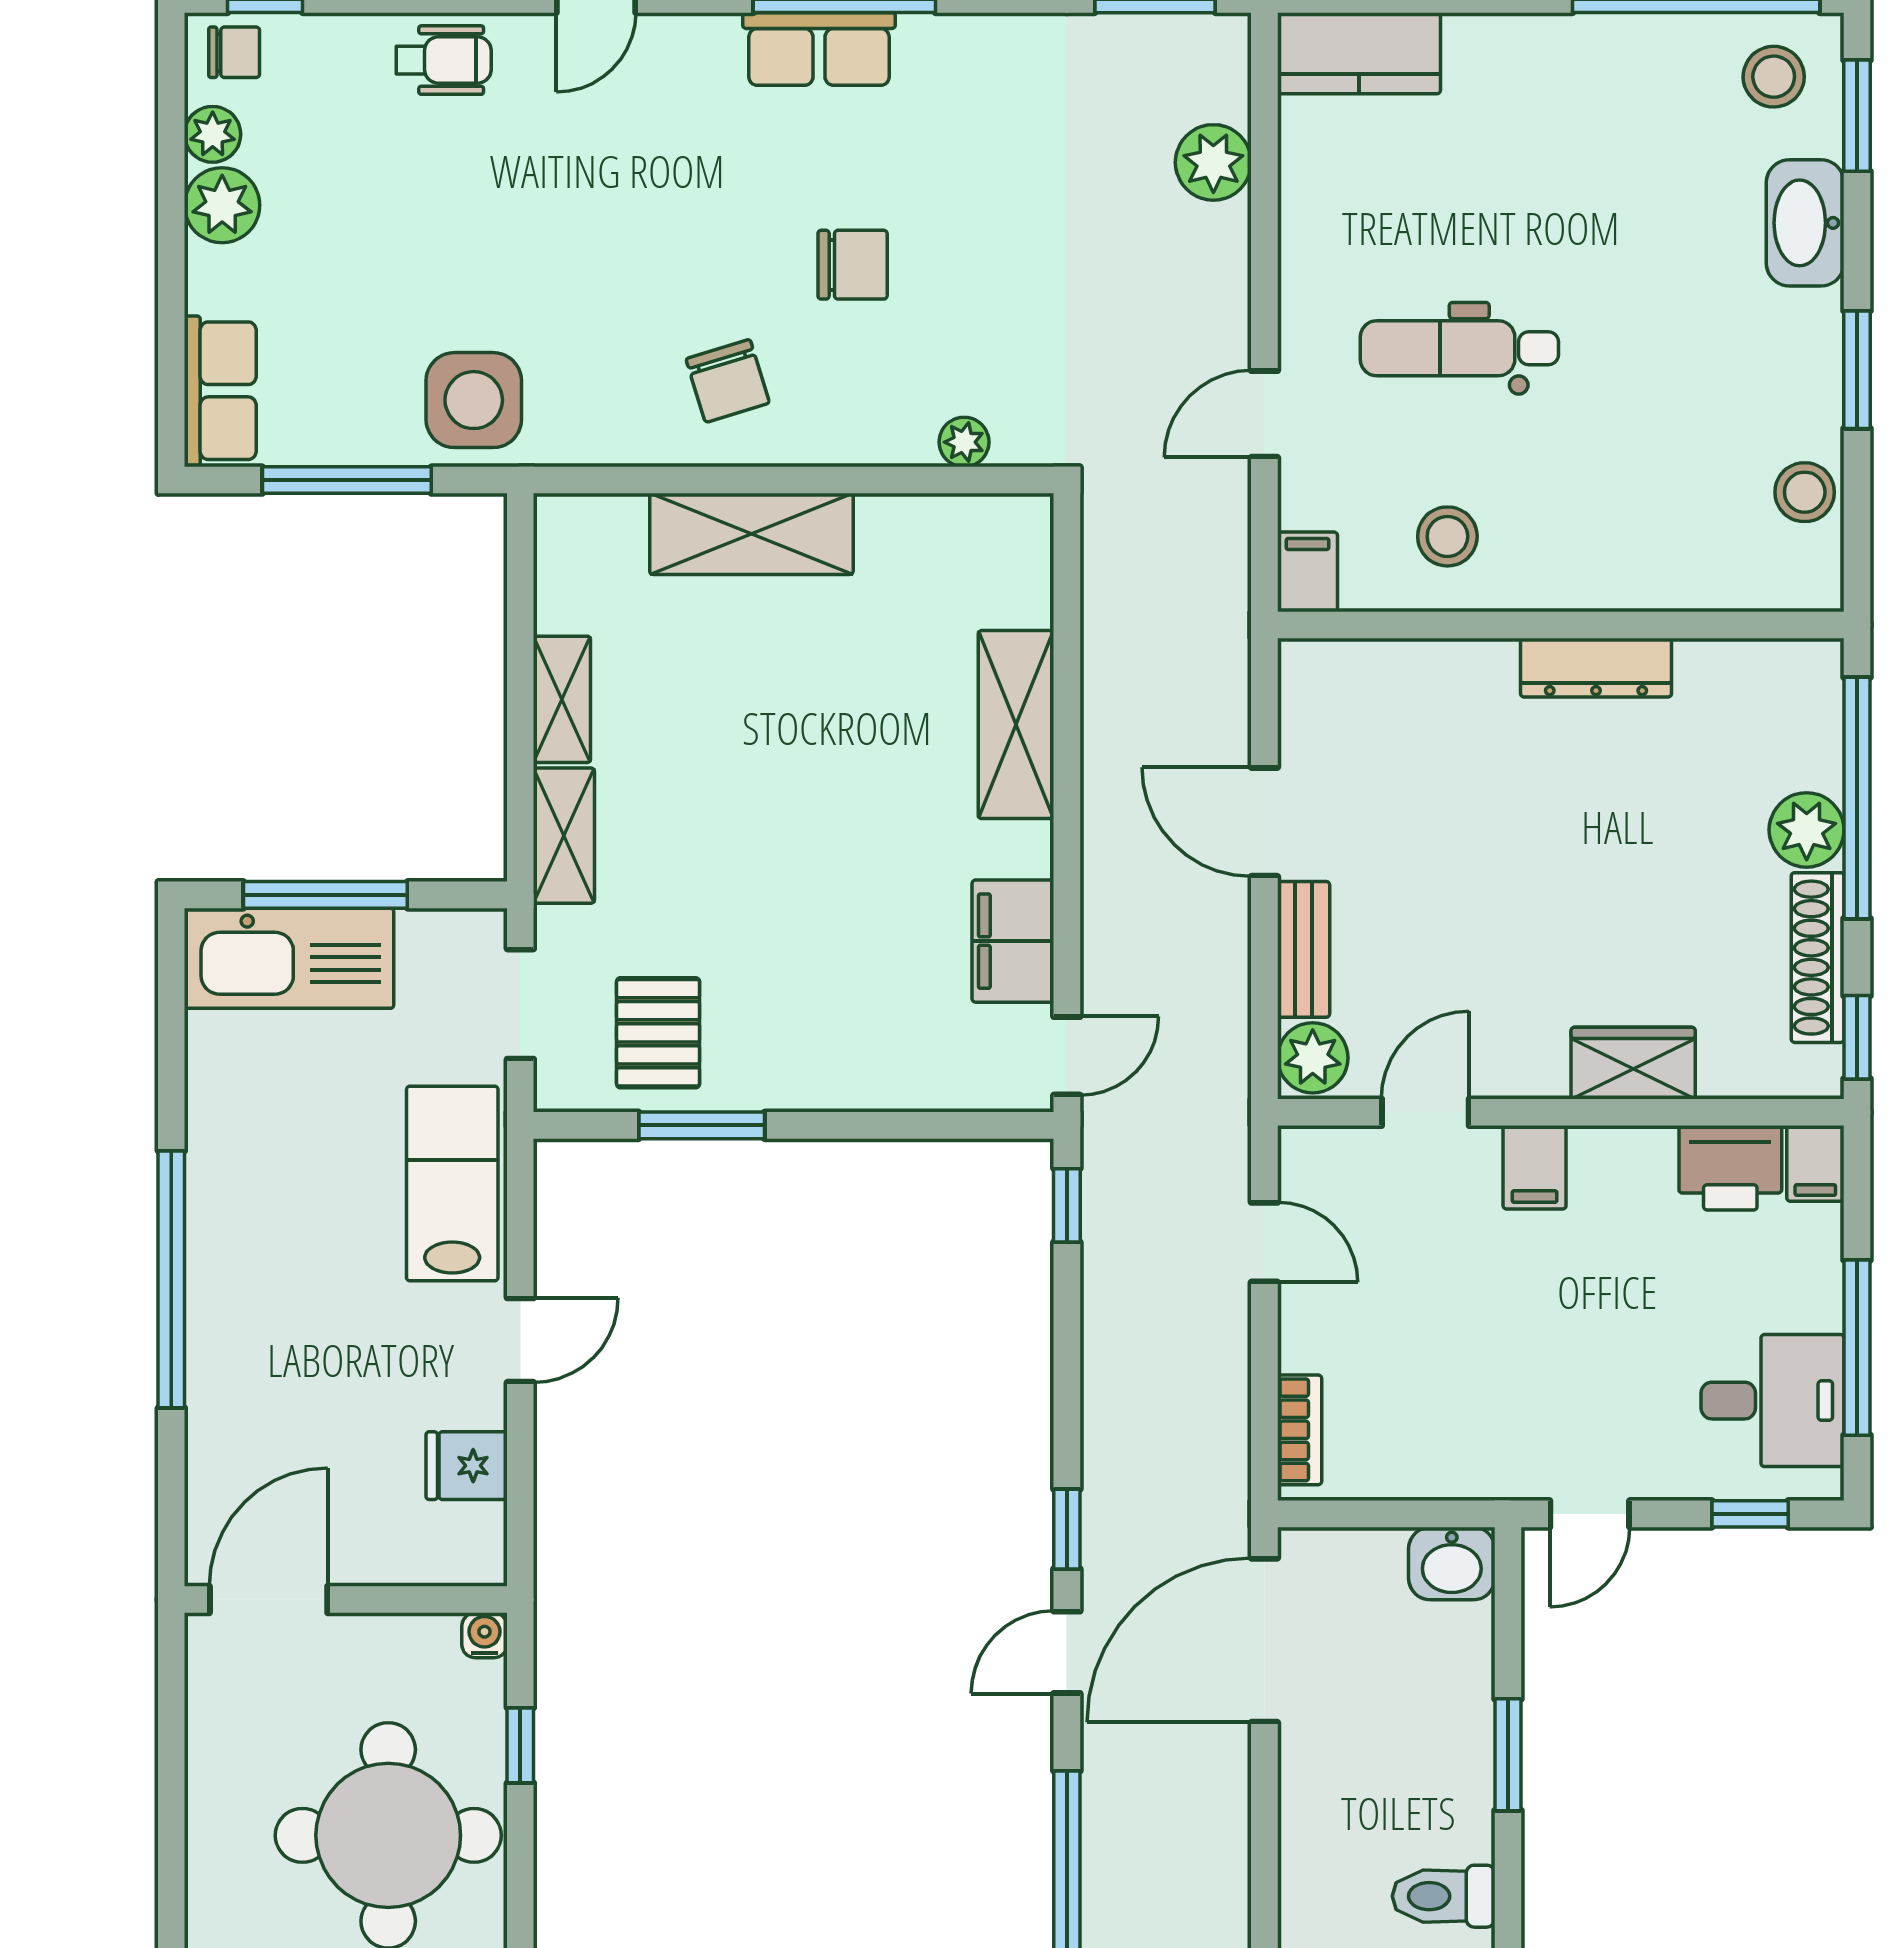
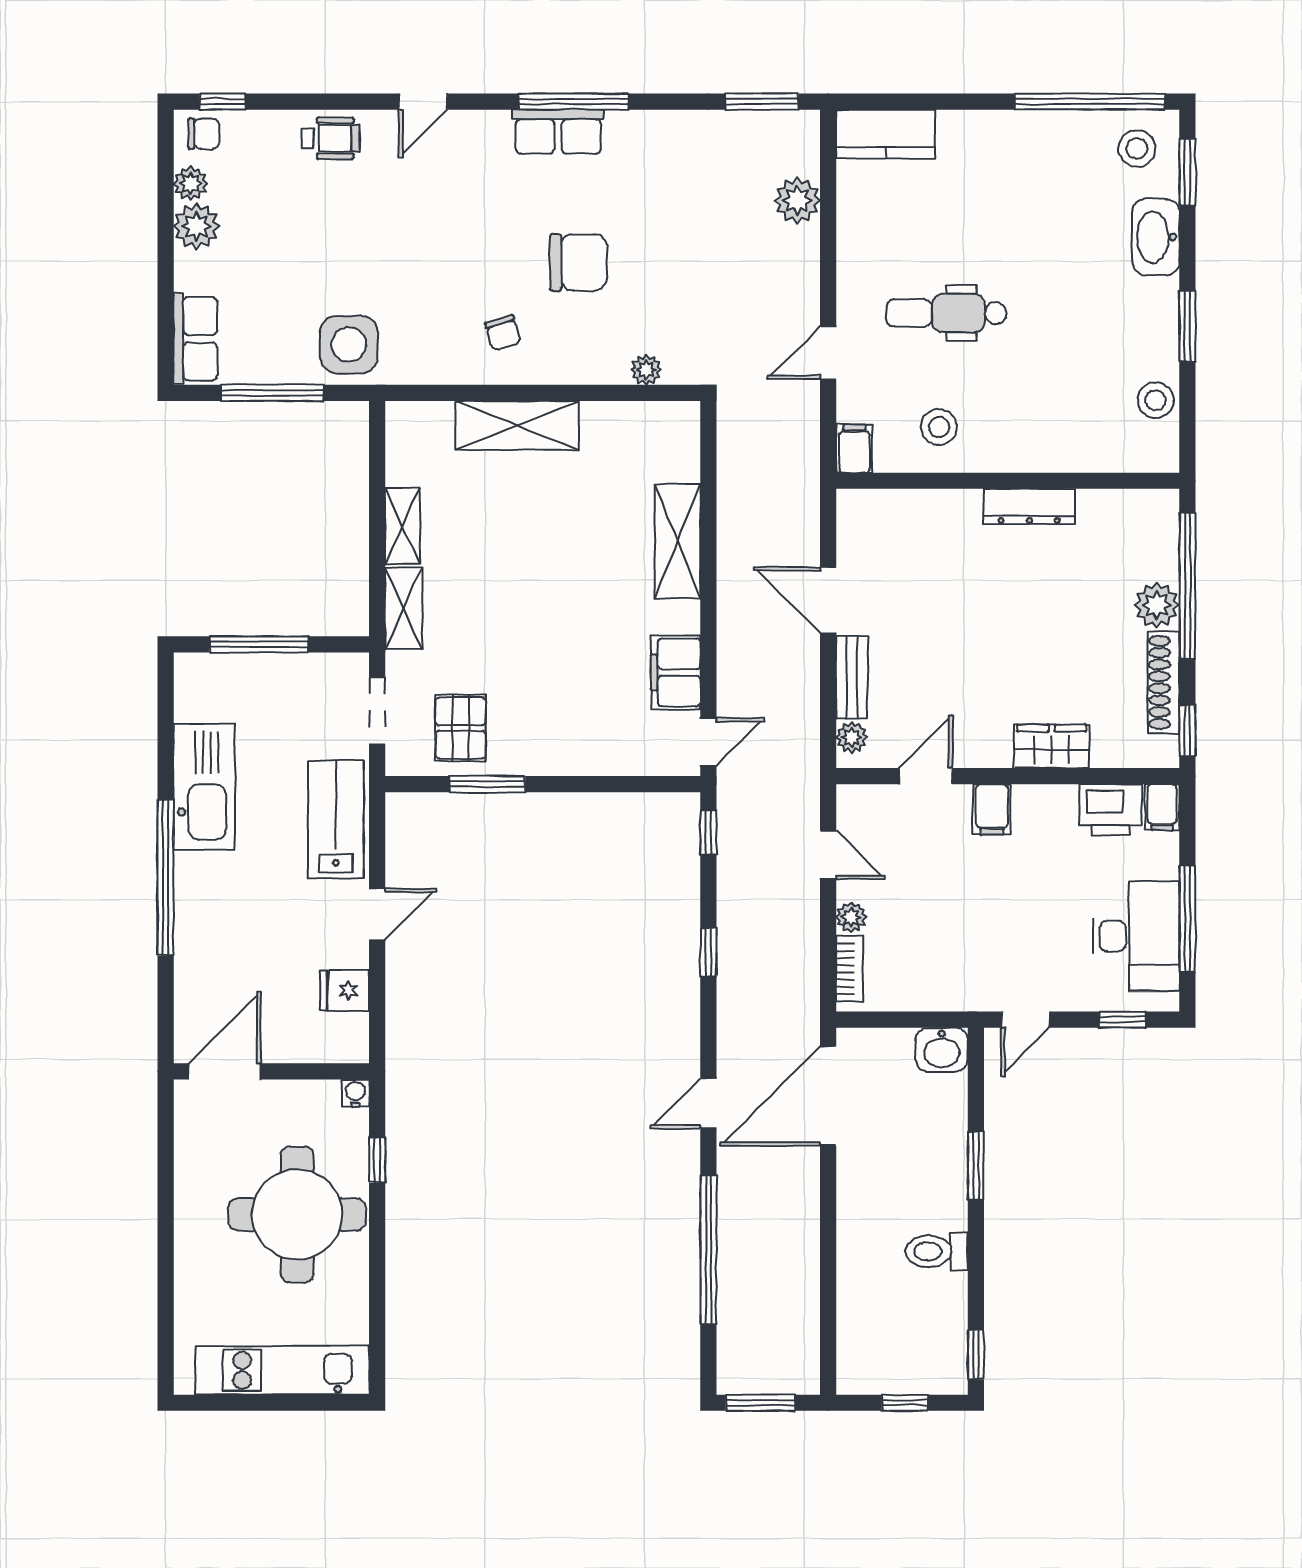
chair: (853, 265) -> (579, 262), width x1.37, depth x1.37
chair: (728, 381) -> (503, 333), width x0.73, depth x0.73
kitchen sink: (289, 958) -> (204, 787), moved, turned -90
plant: (1313, 1058) -> (852, 737), width x0.73, depth x0.73
plant: (1302, 1345) -> (851, 917), added
desk: (1773, 1401) -> (1136, 936), width x1.37
window: (1067, 1529) -> (708, 952), moved

